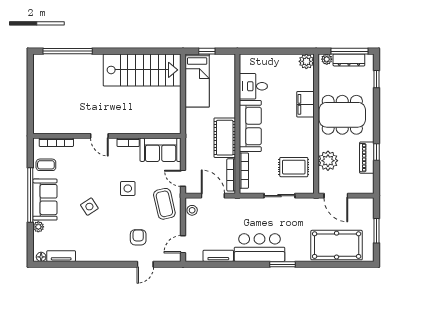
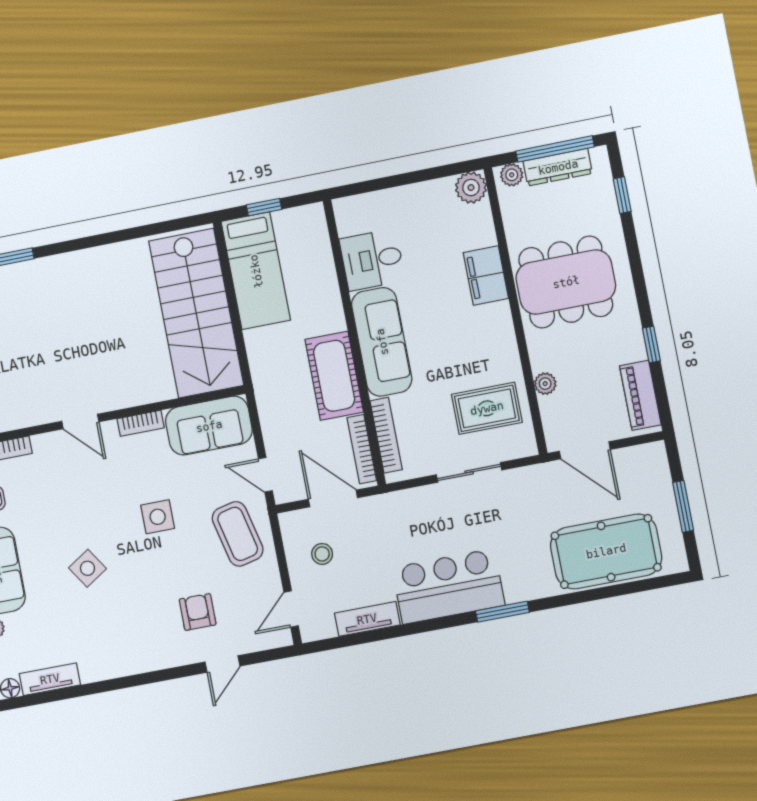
stairs: (142, 70) -> (196, 313), moved, turned 90
piano: (367, 158) -> (640, 395), moved
plant: (328, 161) -> (545, 384), width x0.53, depth x0.53
stool: (192, 210) -> (322, 554), moved

